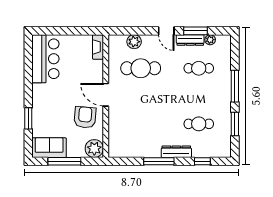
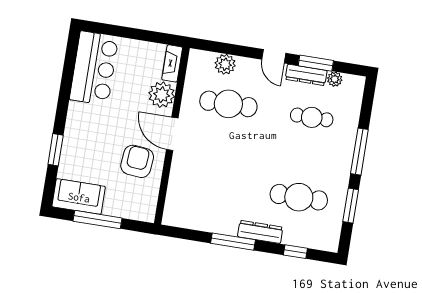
cafe table: (199, 124) -> (299, 197), width x1.37, depth x1.35
plant: (94, 149) -> (162, 95), moved

